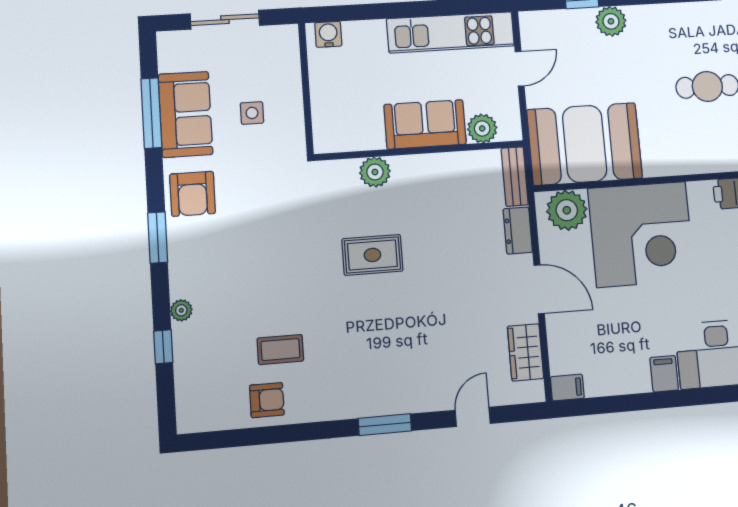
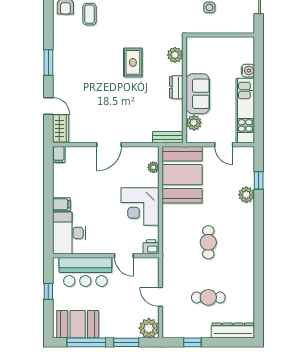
water cooler: (328, 34) -> (248, 71), moved
plant: (375, 172) -> (175, 55), moved
plant: (567, 210) -> (153, 167), width x0.53, depth x0.53
dresser: (518, 231) -> (176, 87), moved, turned -90
corner desk: (641, 234) -> (140, 206), width x0.74, depth x0.74
wardrobe: (525, 352) -> (61, 128), moved, turned 90

